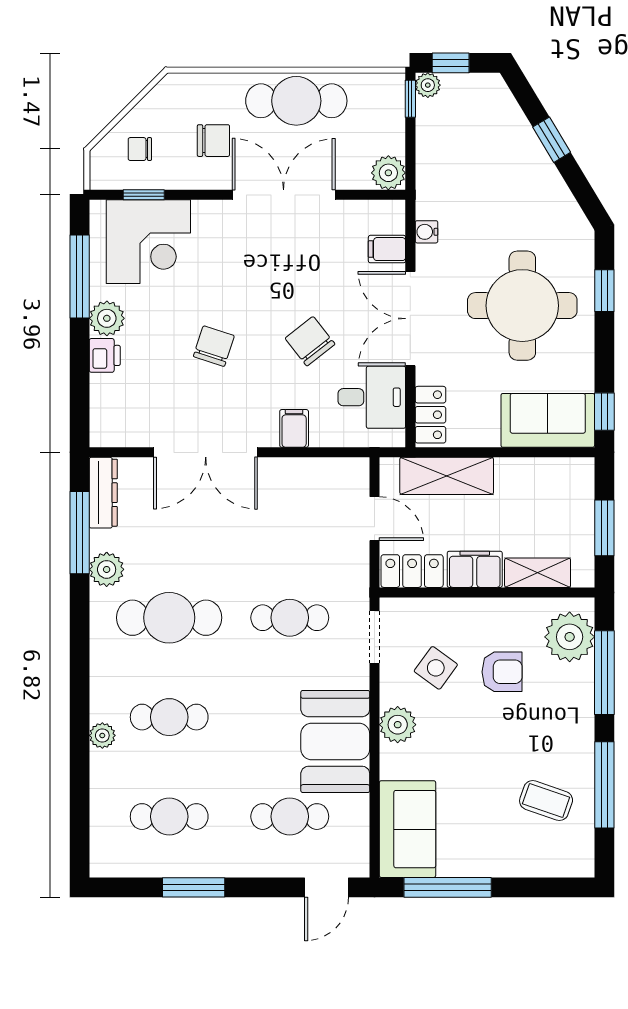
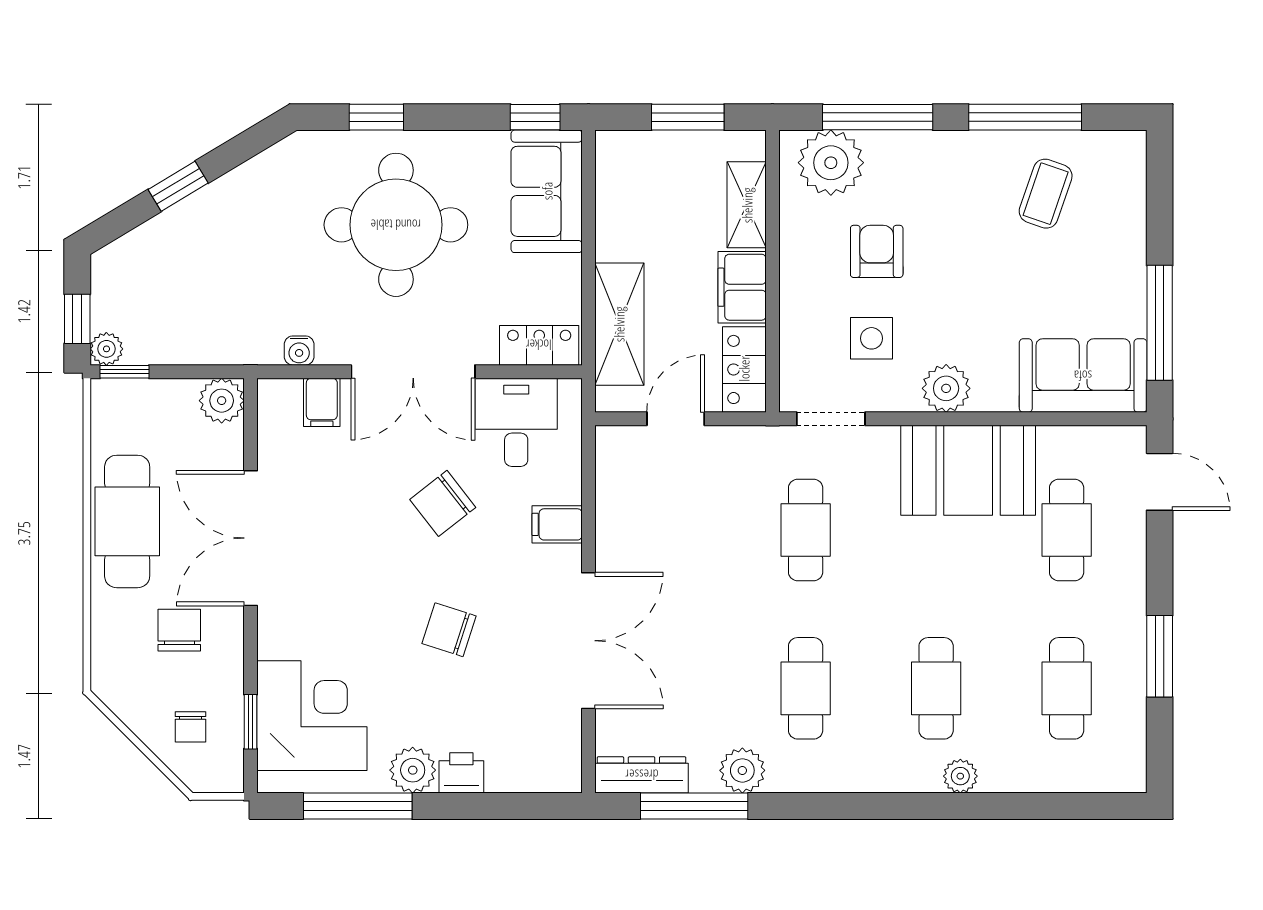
cafe table: (169, 618) -> (806, 688), width x0.73, depth x0.74
side table: (436, 668) -> (872, 338), turned -36

